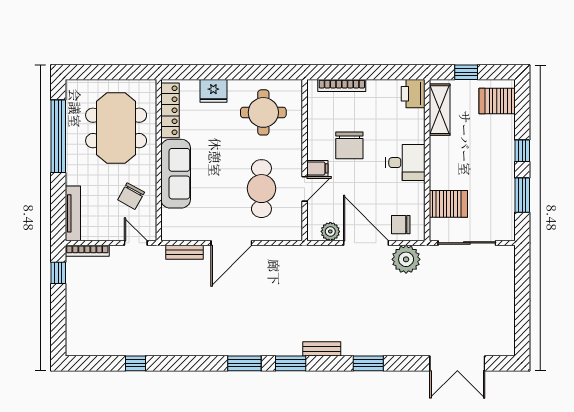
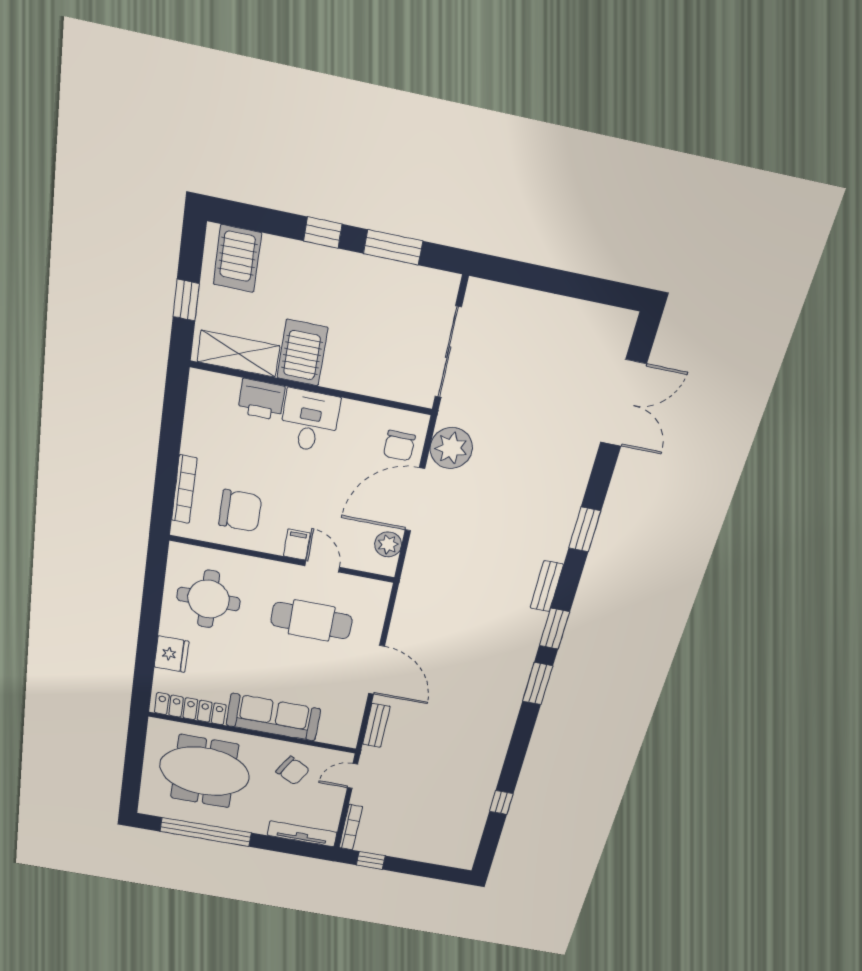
printer: (413, 94) -> (261, 400), moved
chair: (349, 145) -> (240, 511), moved
server rack: (448, 204) -> (302, 353), moved

